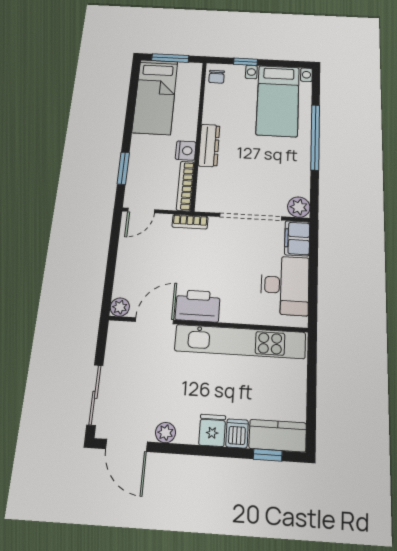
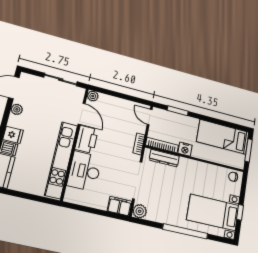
window: (245, 62) -> (240, 212), moved
dresser: (209, 145) -> (164, 158), moved
desk: (285, 285) -> (84, 171), moved, turned 90
sliding door: (95, 395) -> (61, 80), moved

